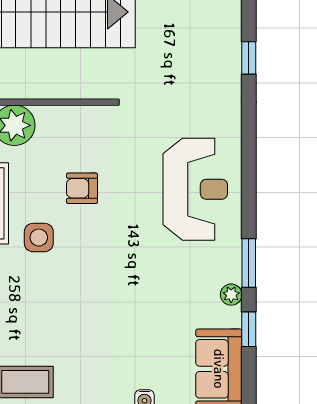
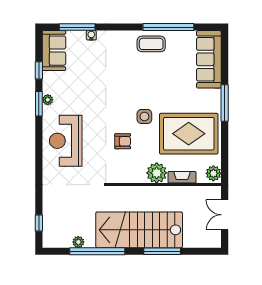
window: (249, 58) -> (39, 223), moved
plant: (231, 295) -> (48, 100), moved

